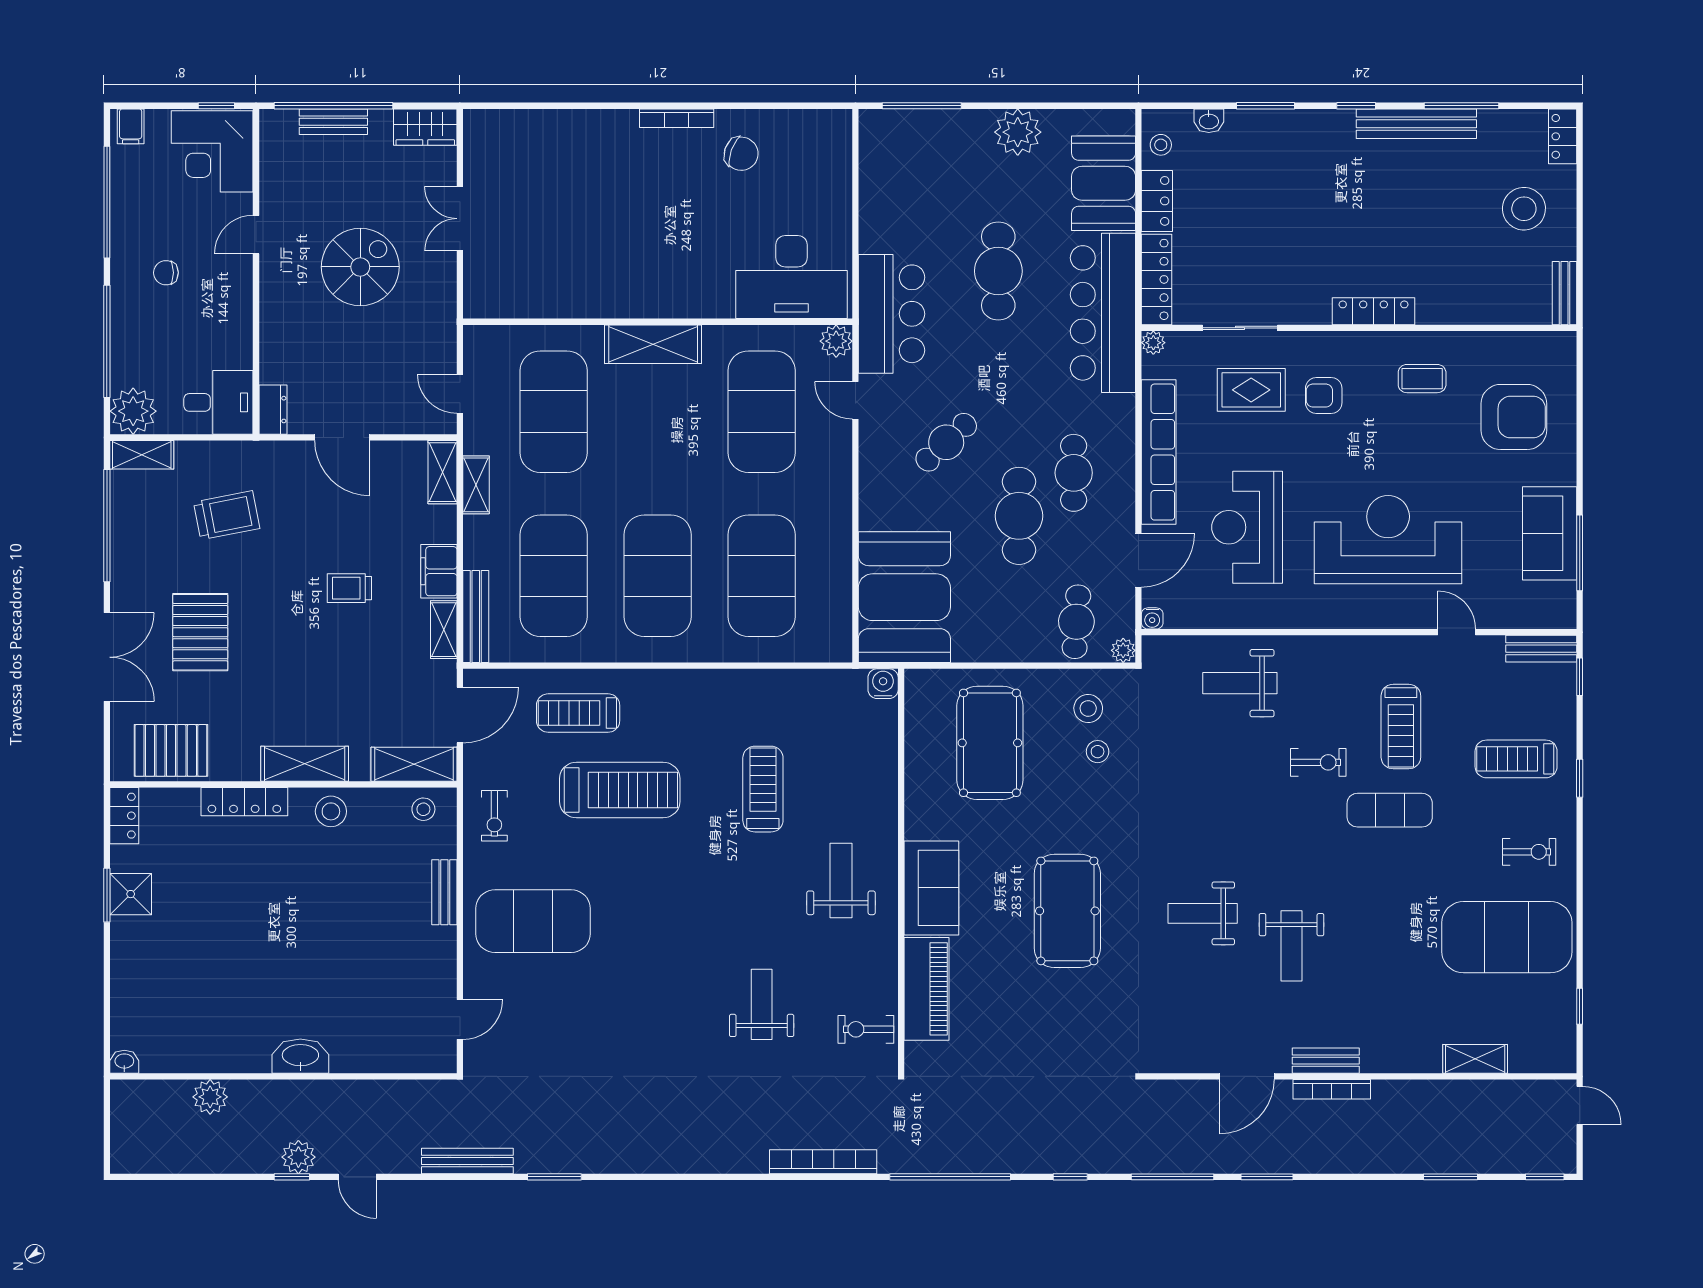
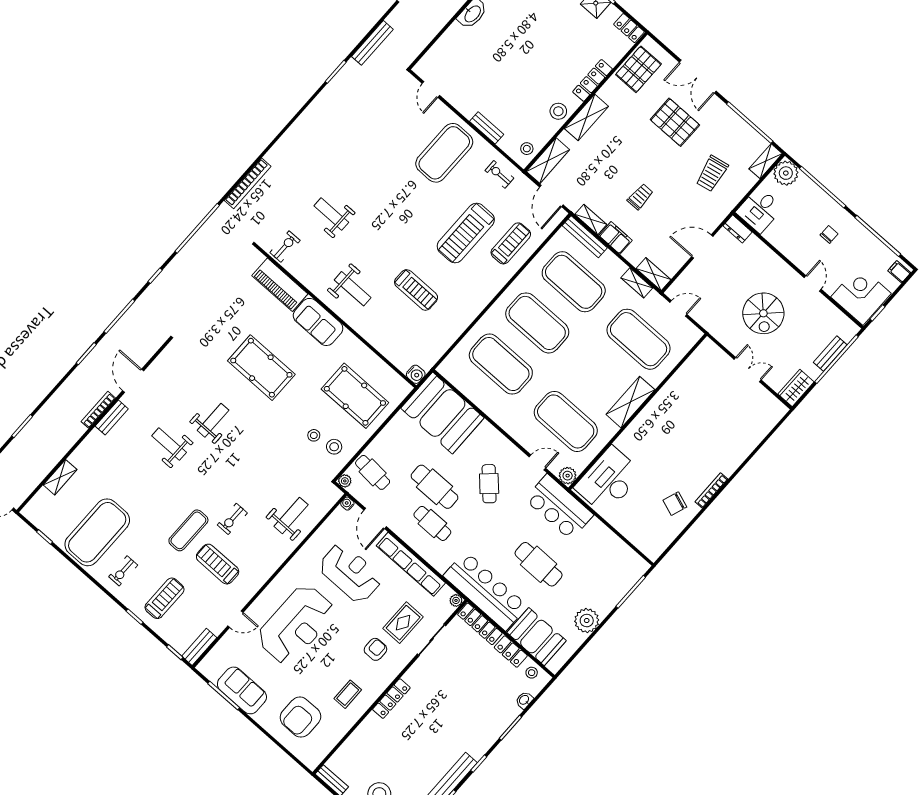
weight bench: (762, 1004) -> (331, 214), turned 180

